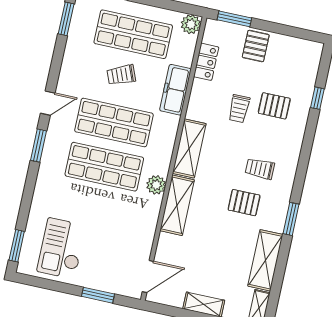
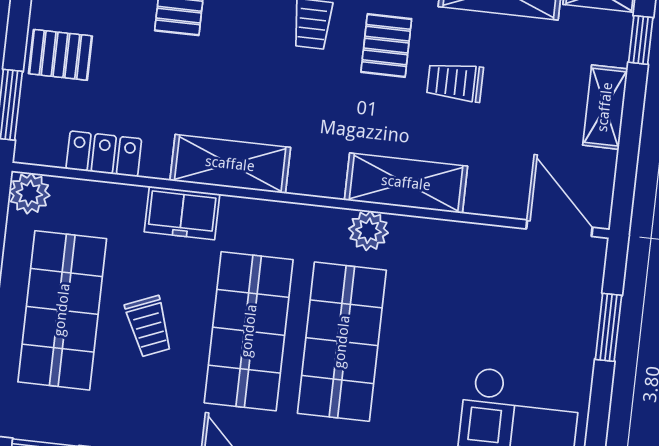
freezer: (175, 90) -> (182, 213), width x0.71
trolley: (239, 109) -> (455, 82), moved, turned 180
shelving: (189, 148) -> (230, 164), moved

